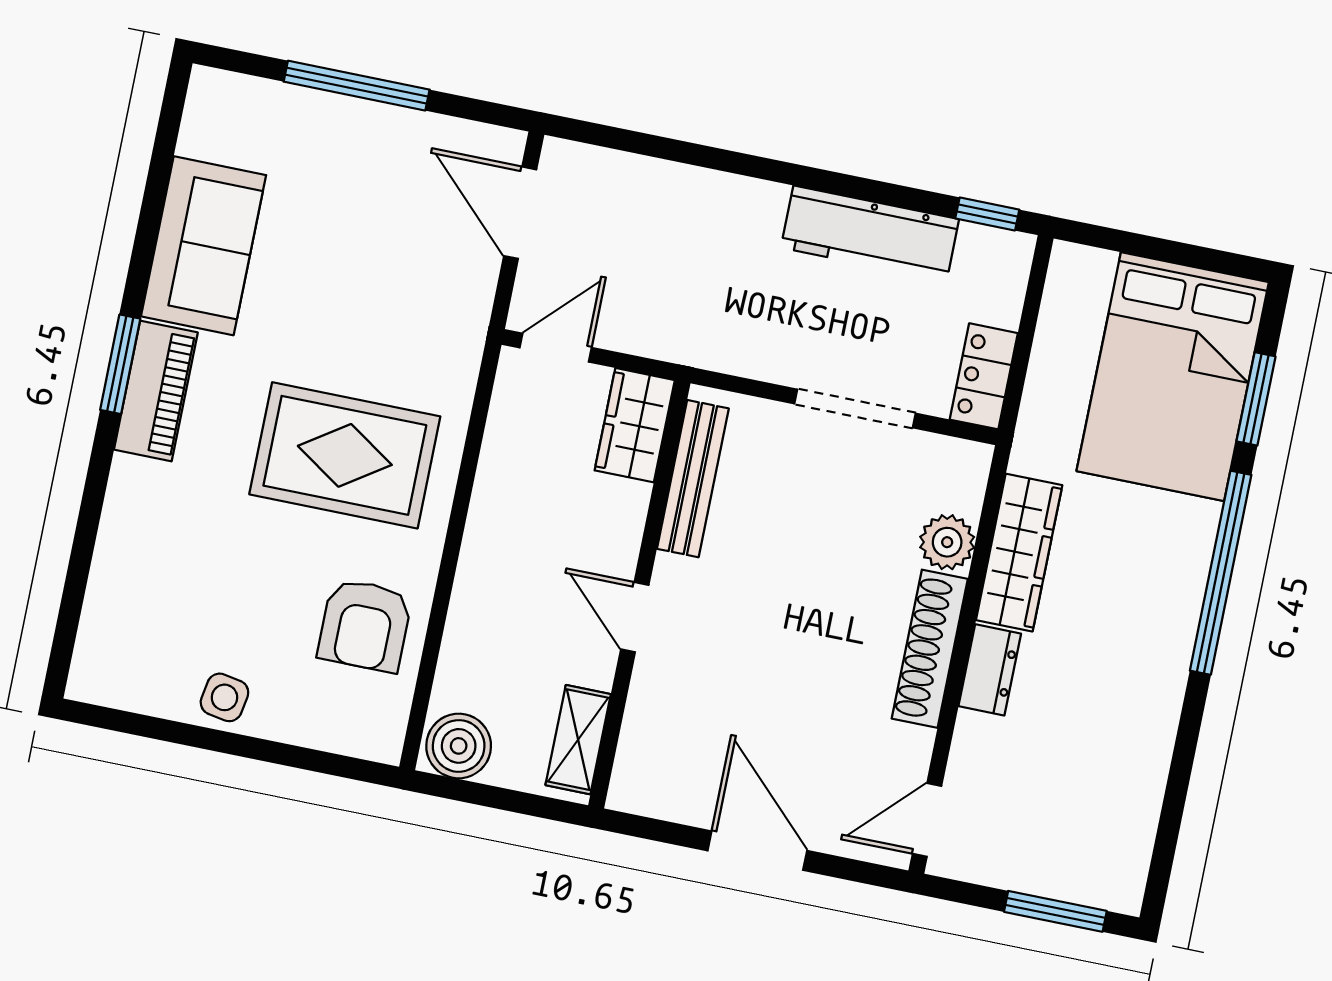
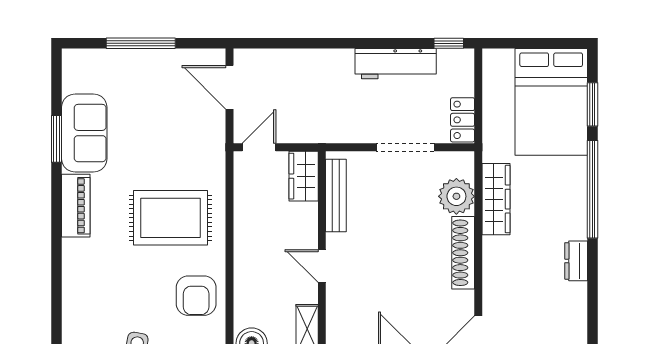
window: (120, 364) -> (57, 139), moved
plant: (947, 542) -> (456, 196), width x1.36, depth x1.36
dresser: (990, 670) -> (576, 261), moved, turned 180

